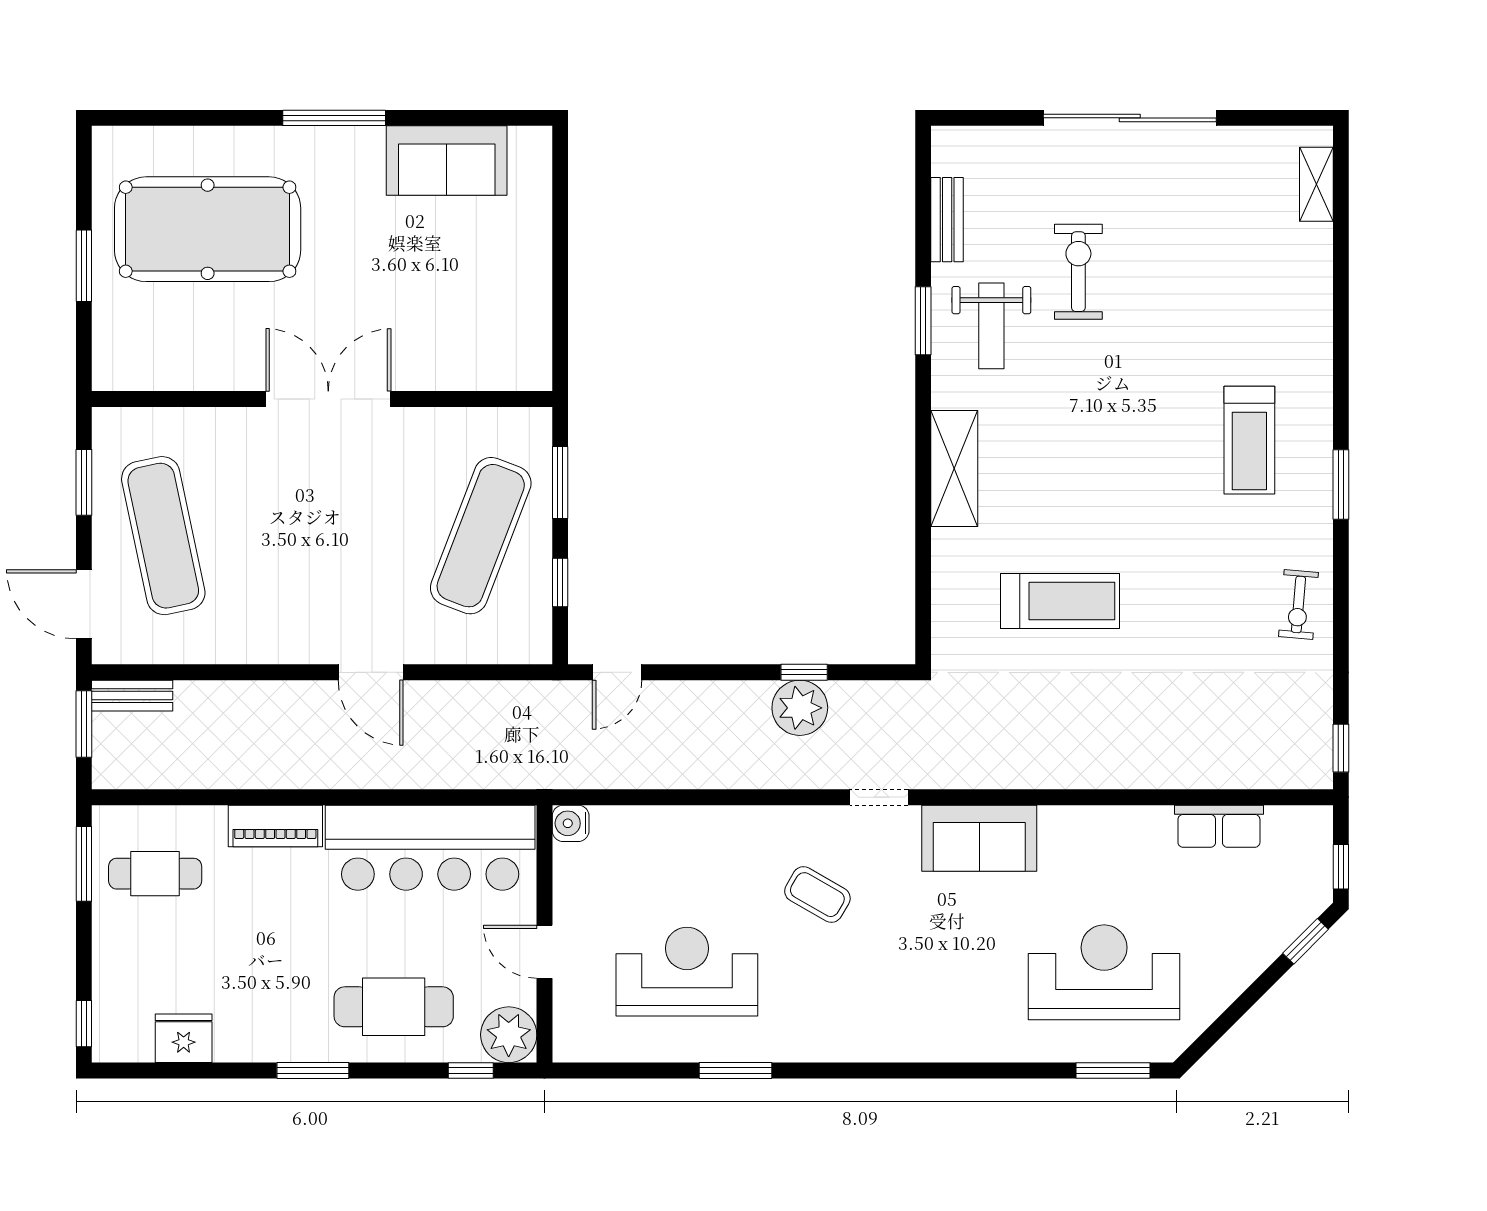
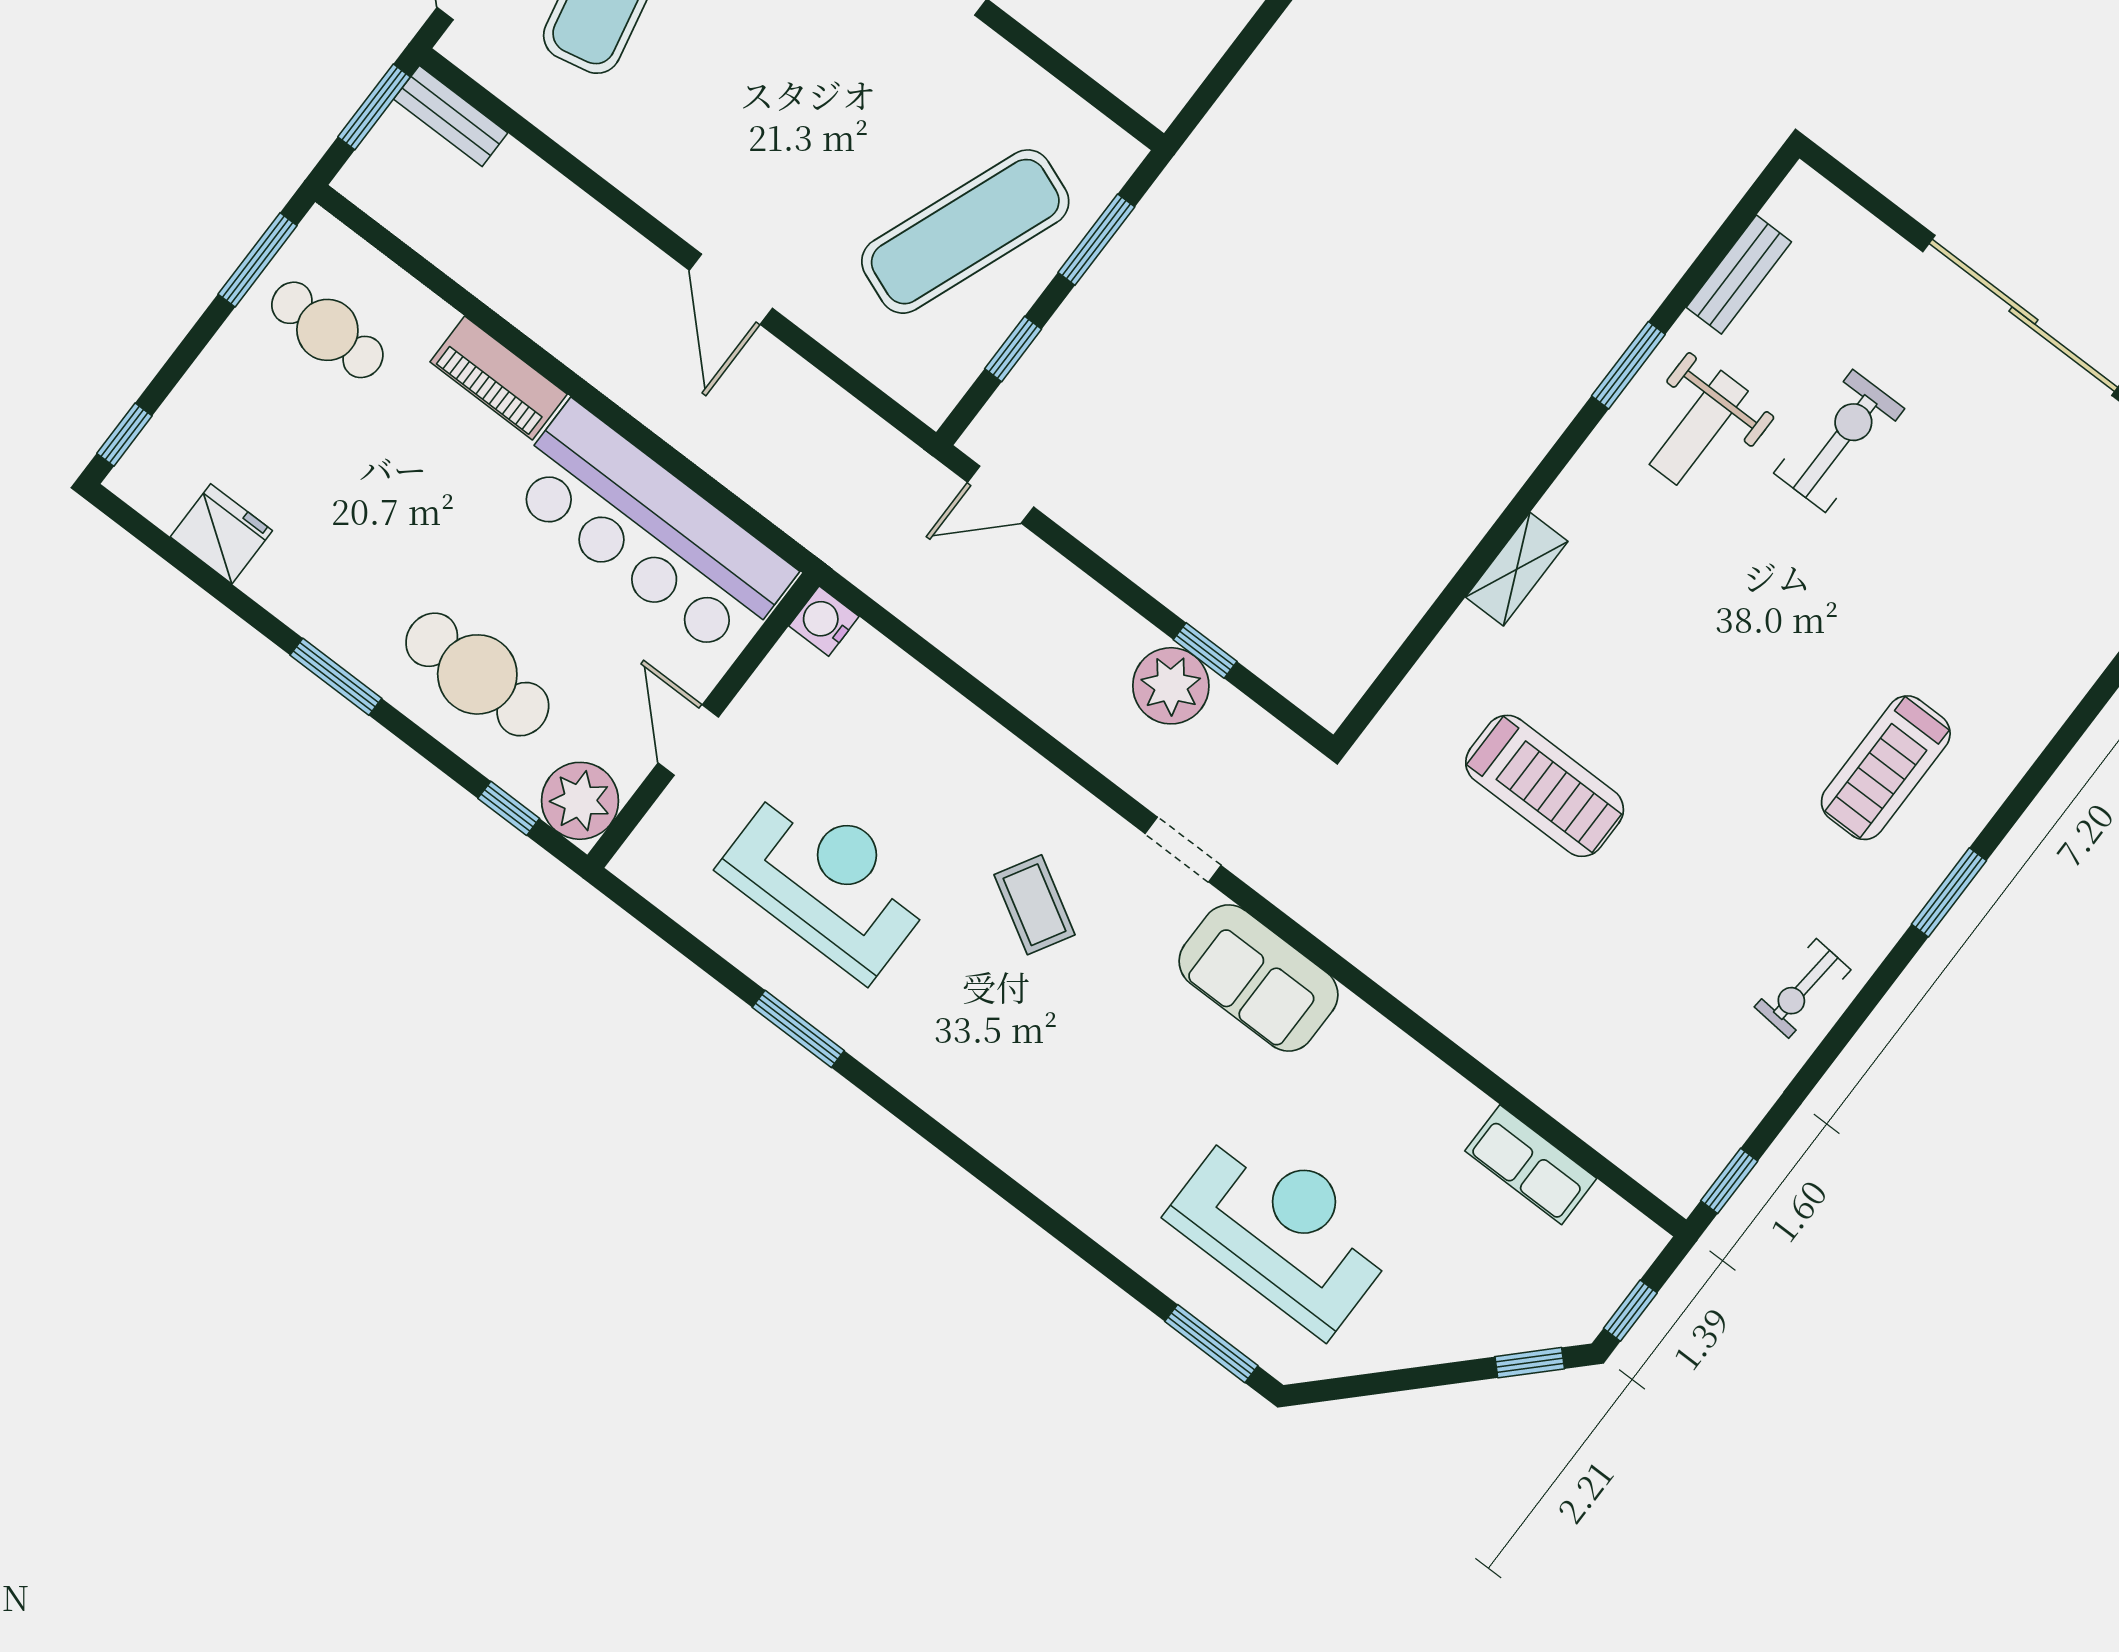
shelving: (954, 469) -> (1517, 569), width x0.67, depth x0.75

